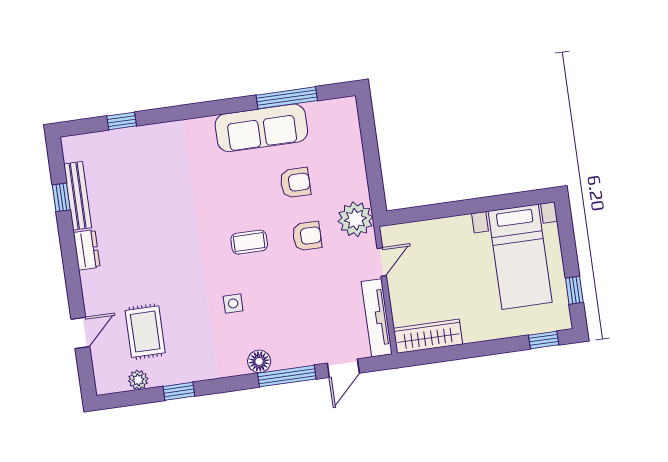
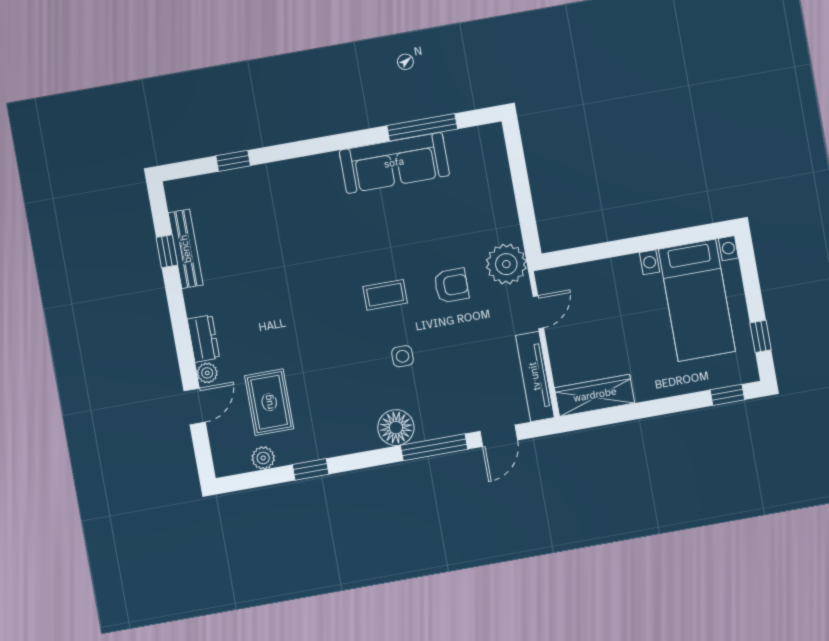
armchair: (295, 183) -> (436, 224), removed
dresser: (87, 250) -> (203, 339), moved
side table: (233, 303) -> (403, 356), moved
plant: (92, 304) -> (207, 373), added
floor lamp: (259, 361) -> (396, 428), width x1.38, depth x1.38

